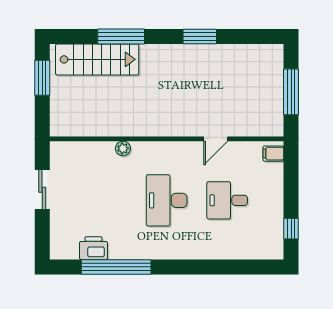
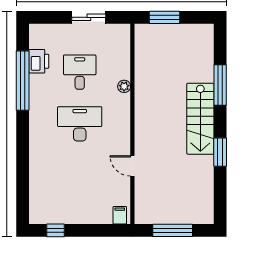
stairs: (97, 59) -> (200, 119), moved
window: (42, 78) -> (165, 17), moved
desk: (227, 200) -> (80, 72), moved

